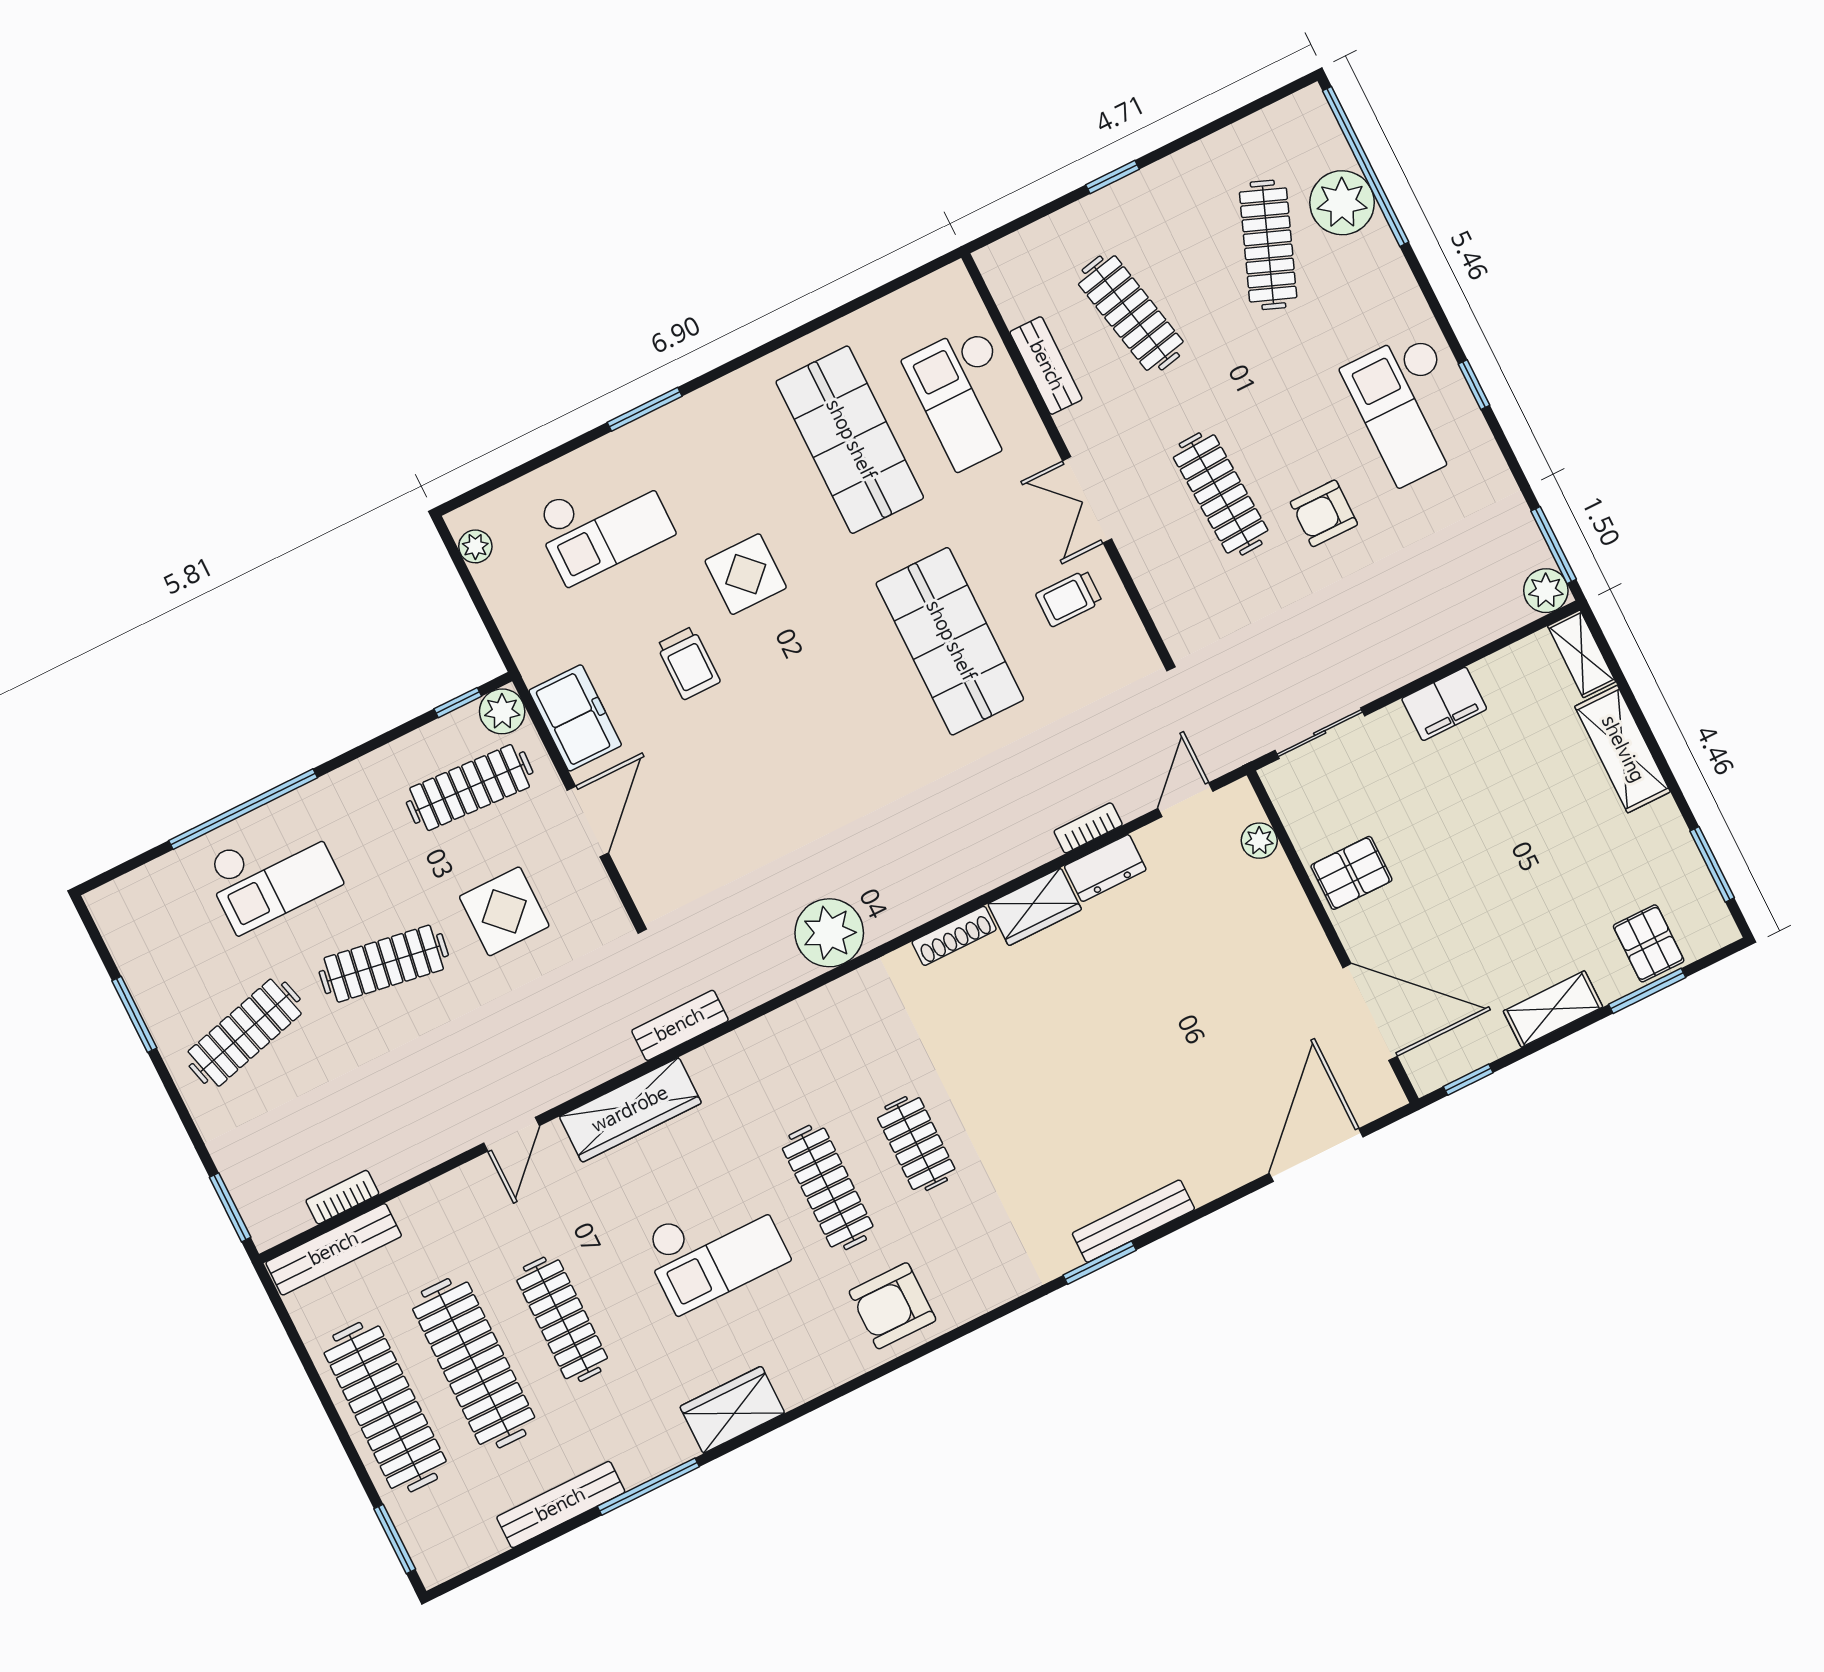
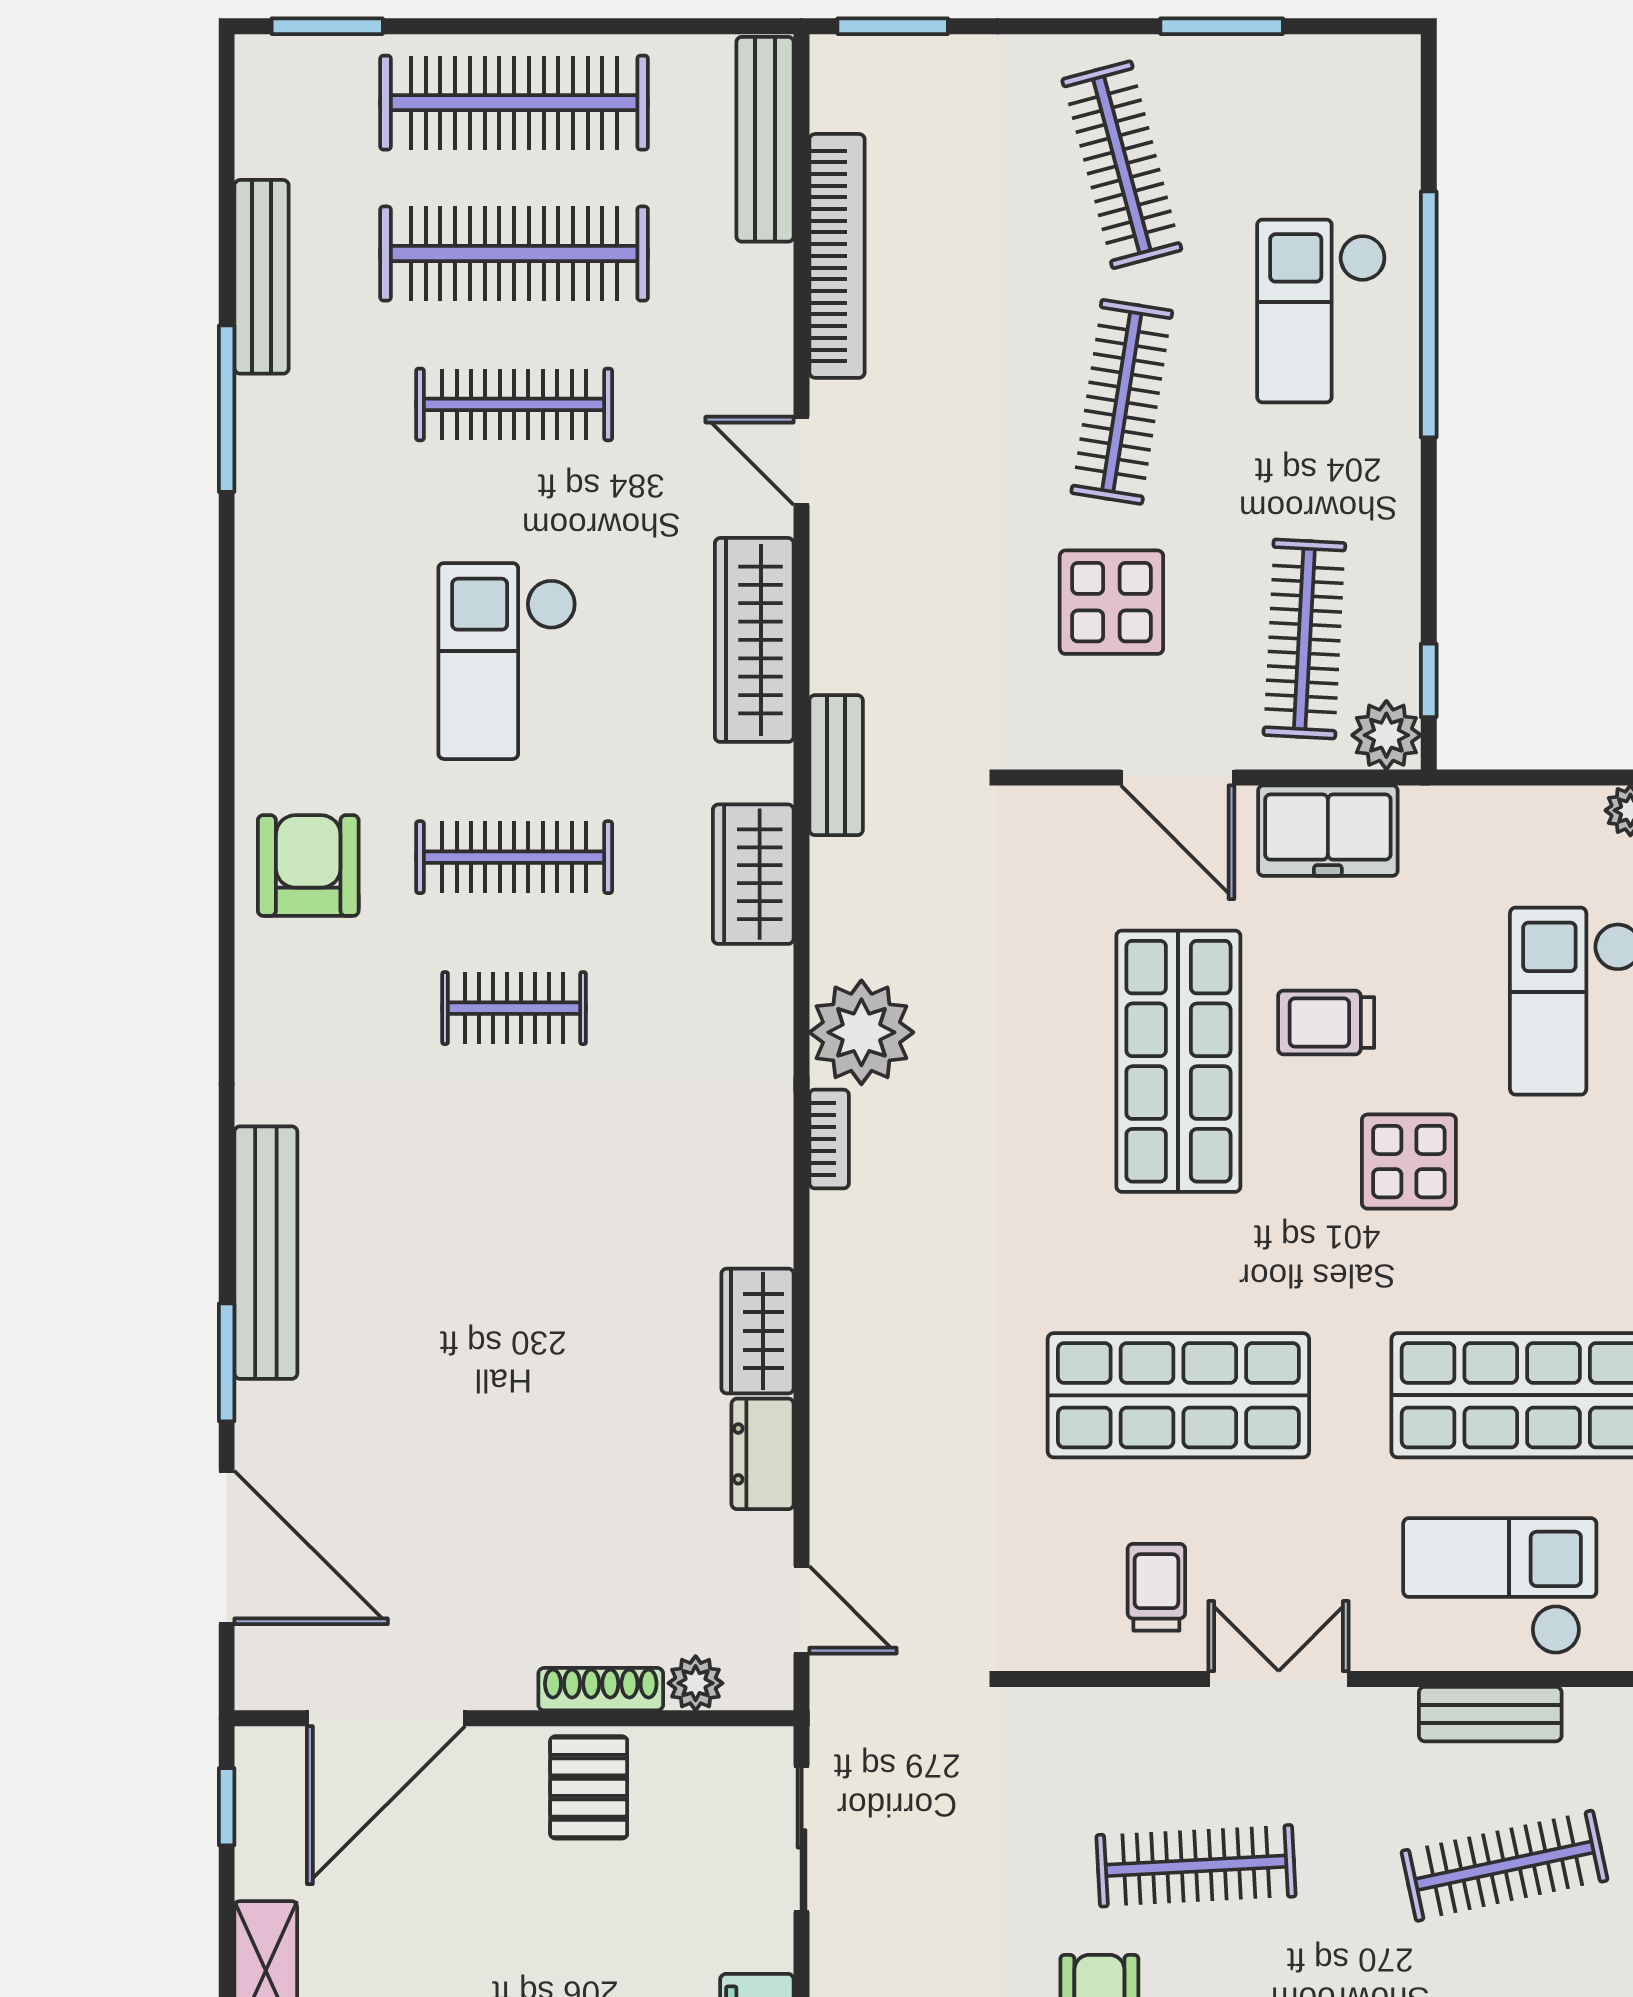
shop shelf: (754, 738) -> (1178, 1061), added
bookcase: (1088, 828) -> (829, 1139), moved
shoe rack: (954, 936) -> (601, 1689), moved, turned 90
bookcase: (342, 1197) -> (837, 256), width x2.31, depth x1.31
bench: (1133, 1221) -> (266, 1253), width x1.37, depth x1.21
window: (1100, 1263) -> (227, 1362), moved
wardrobe: (732, 1410) -> (753, 874), moved, turned 180

